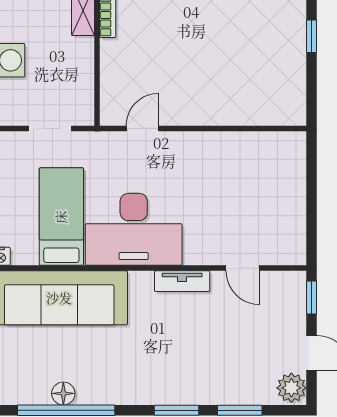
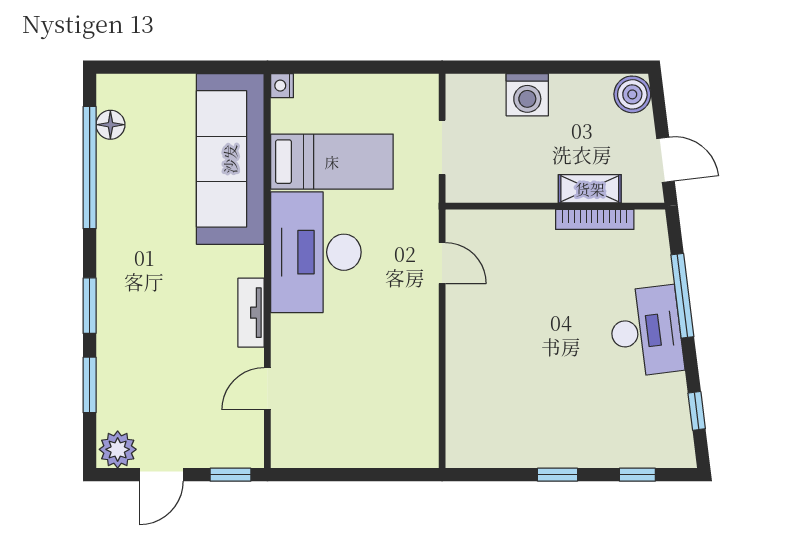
floor lamp: (63, 393) -> (110, 125), moved

